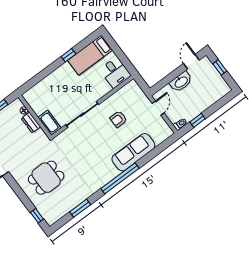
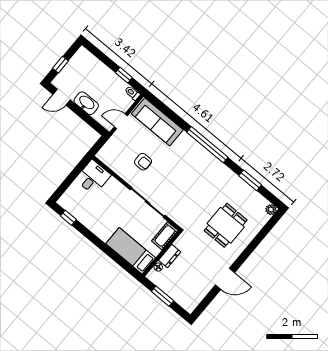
window: (68, 55) -> (68, 218), moved
bed: (90, 55) -> (131, 251), moved, turned 180
sofa: (133, 152) -> (157, 122), moved
dining table: (46, 178) -> (226, 225), turned 90
window: (37, 216) -> (270, 225), removed
plant: (50, 220) -> (271, 210), added

